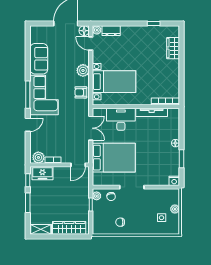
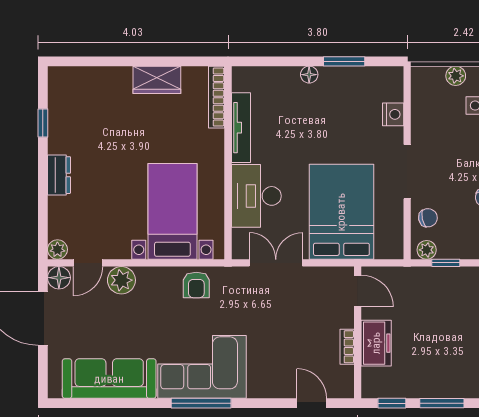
dresser: (111, 31) -> (59, 175), moved
wardrobe: (173, 48) -> (157, 80), moved
sofa: (39, 59) -> (109, 379), width x1.36
plant: (83, 70) -> (121, 280), moved
door: (28, 125) -> (312, 403), moved
plant: (38, 157) -> (341, 379), removed
freezer: (42, 173) -> (376, 343), moved
nightstand: (174, 181) -> (393, 114), moved

